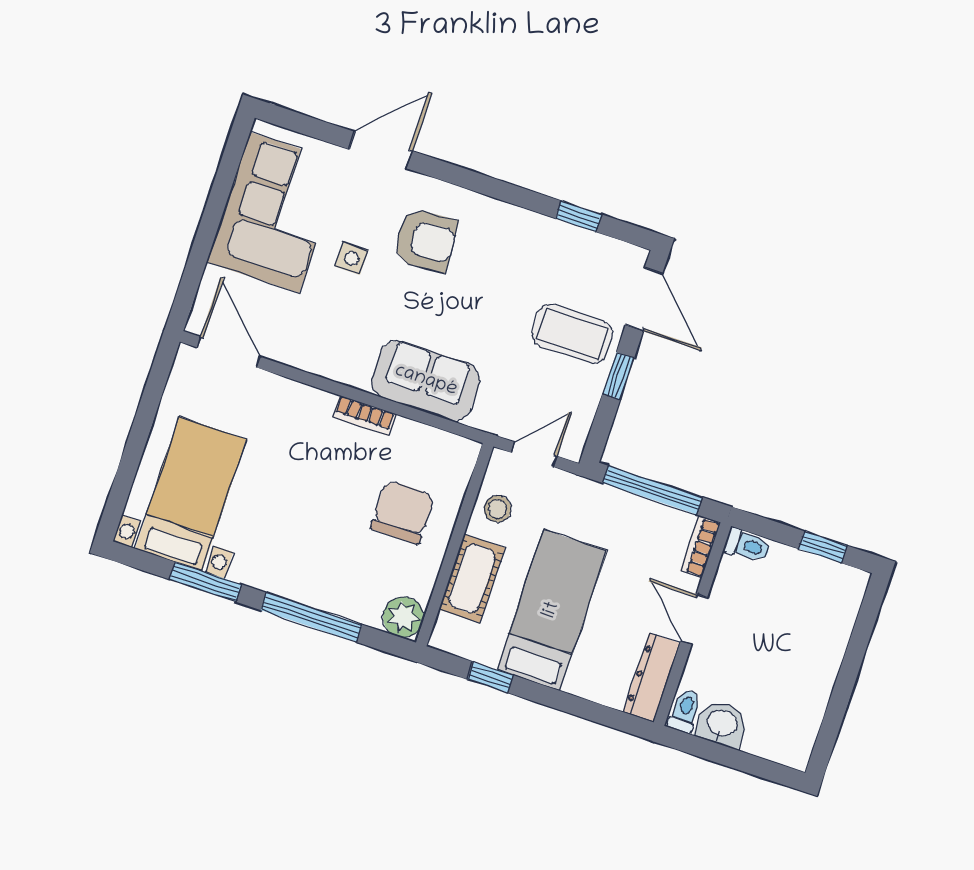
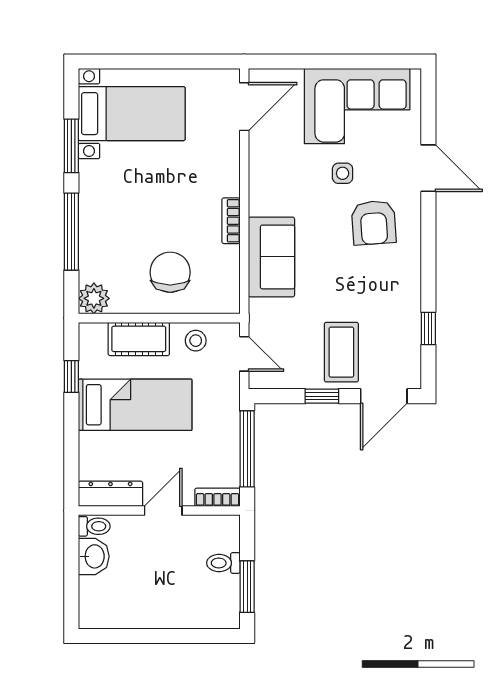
chair: (402, 512) -> (170, 272), turned -90
toilet: (747, 546) -> (223, 563), moved, turned 90
window: (823, 547) -> (247, 587), width x1.50

